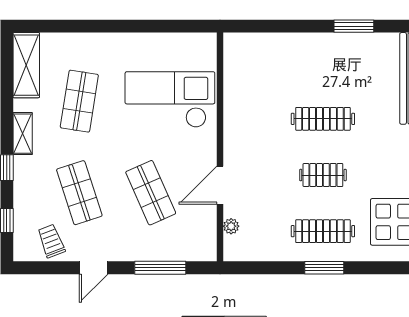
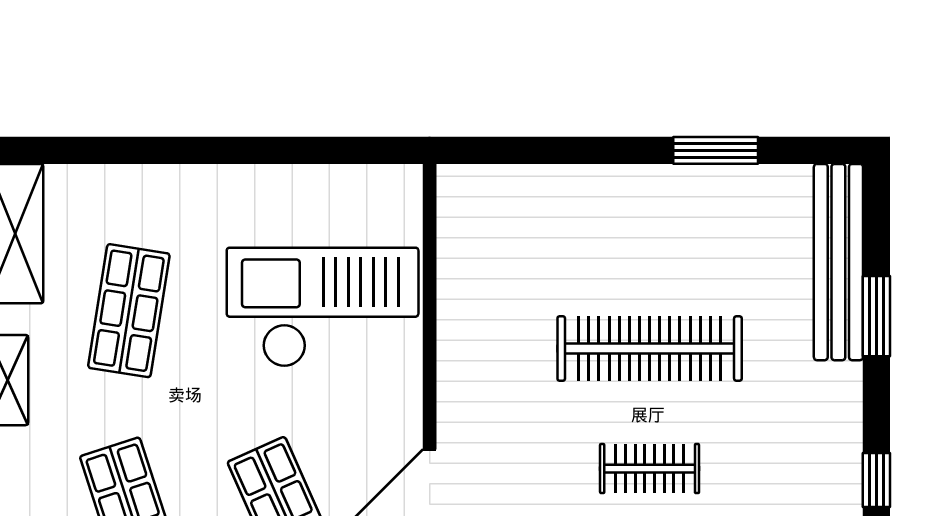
clothes rail: (323, 119) -> (650, 349), width x1.37, depth x1.31

